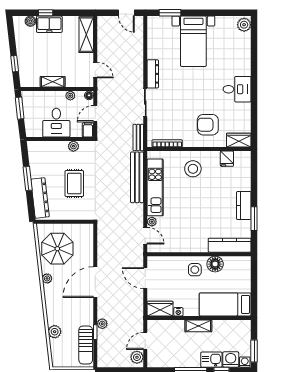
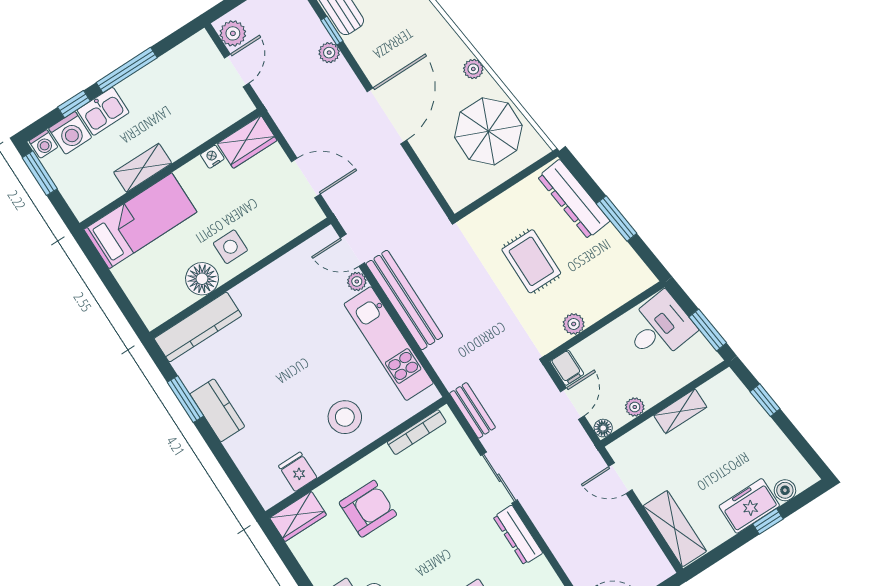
desk: (56, 123) -> (659, 327), moved, turned 84
bench: (137, 177) -> (404, 300), moved
shelving: (198, 326) -> (143, 168), moved

